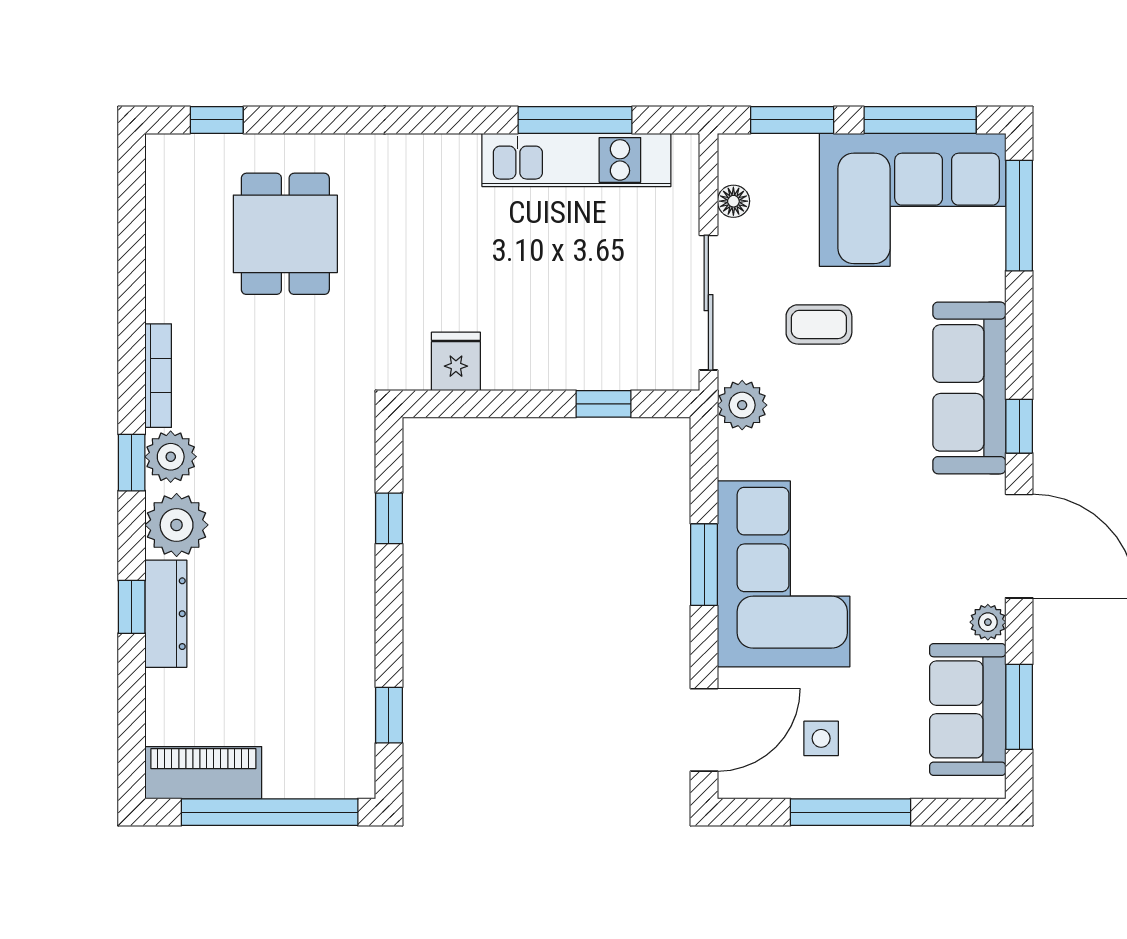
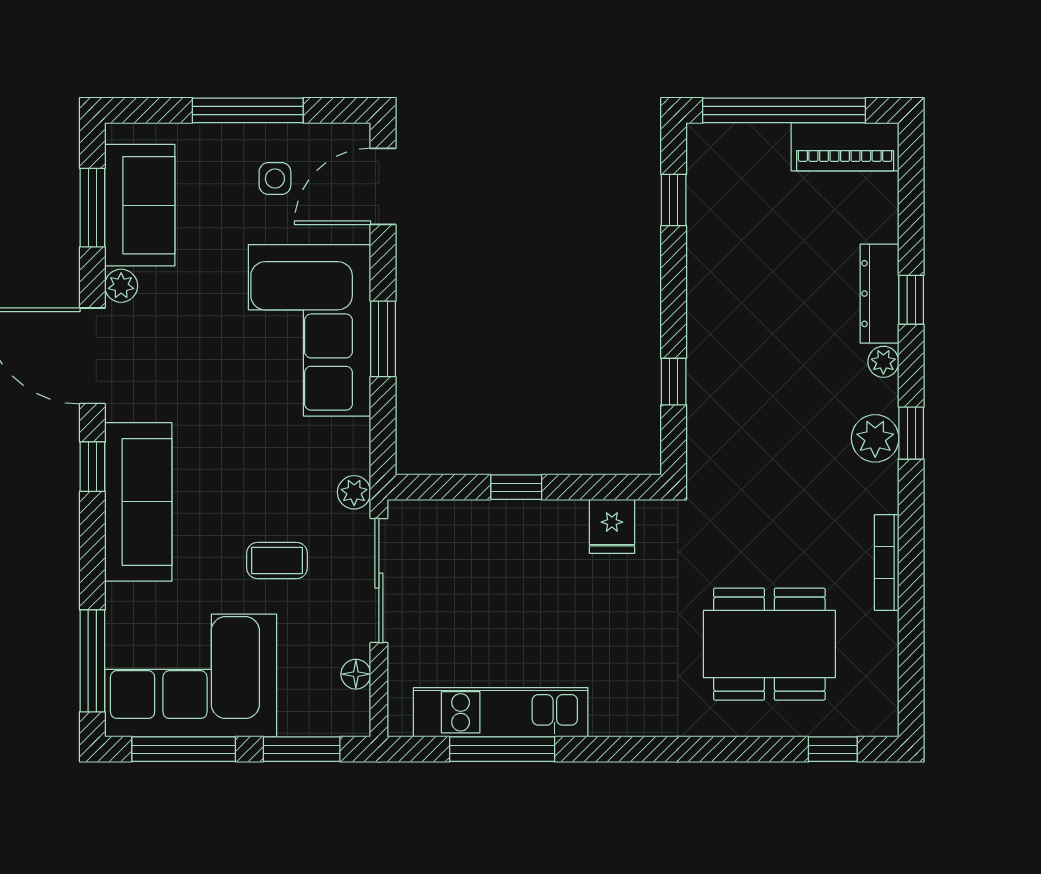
dining table: (285, 234) -> (769, 644), width x1.38
bookcase: (158, 376) -> (887, 562), moved
window: (603, 404) -> (516, 487), moved
plant: (742, 405) -> (354, 492), width x0.73, depth x0.73
plant: (177, 525) -> (883, 362), width x0.53, depth x0.53

